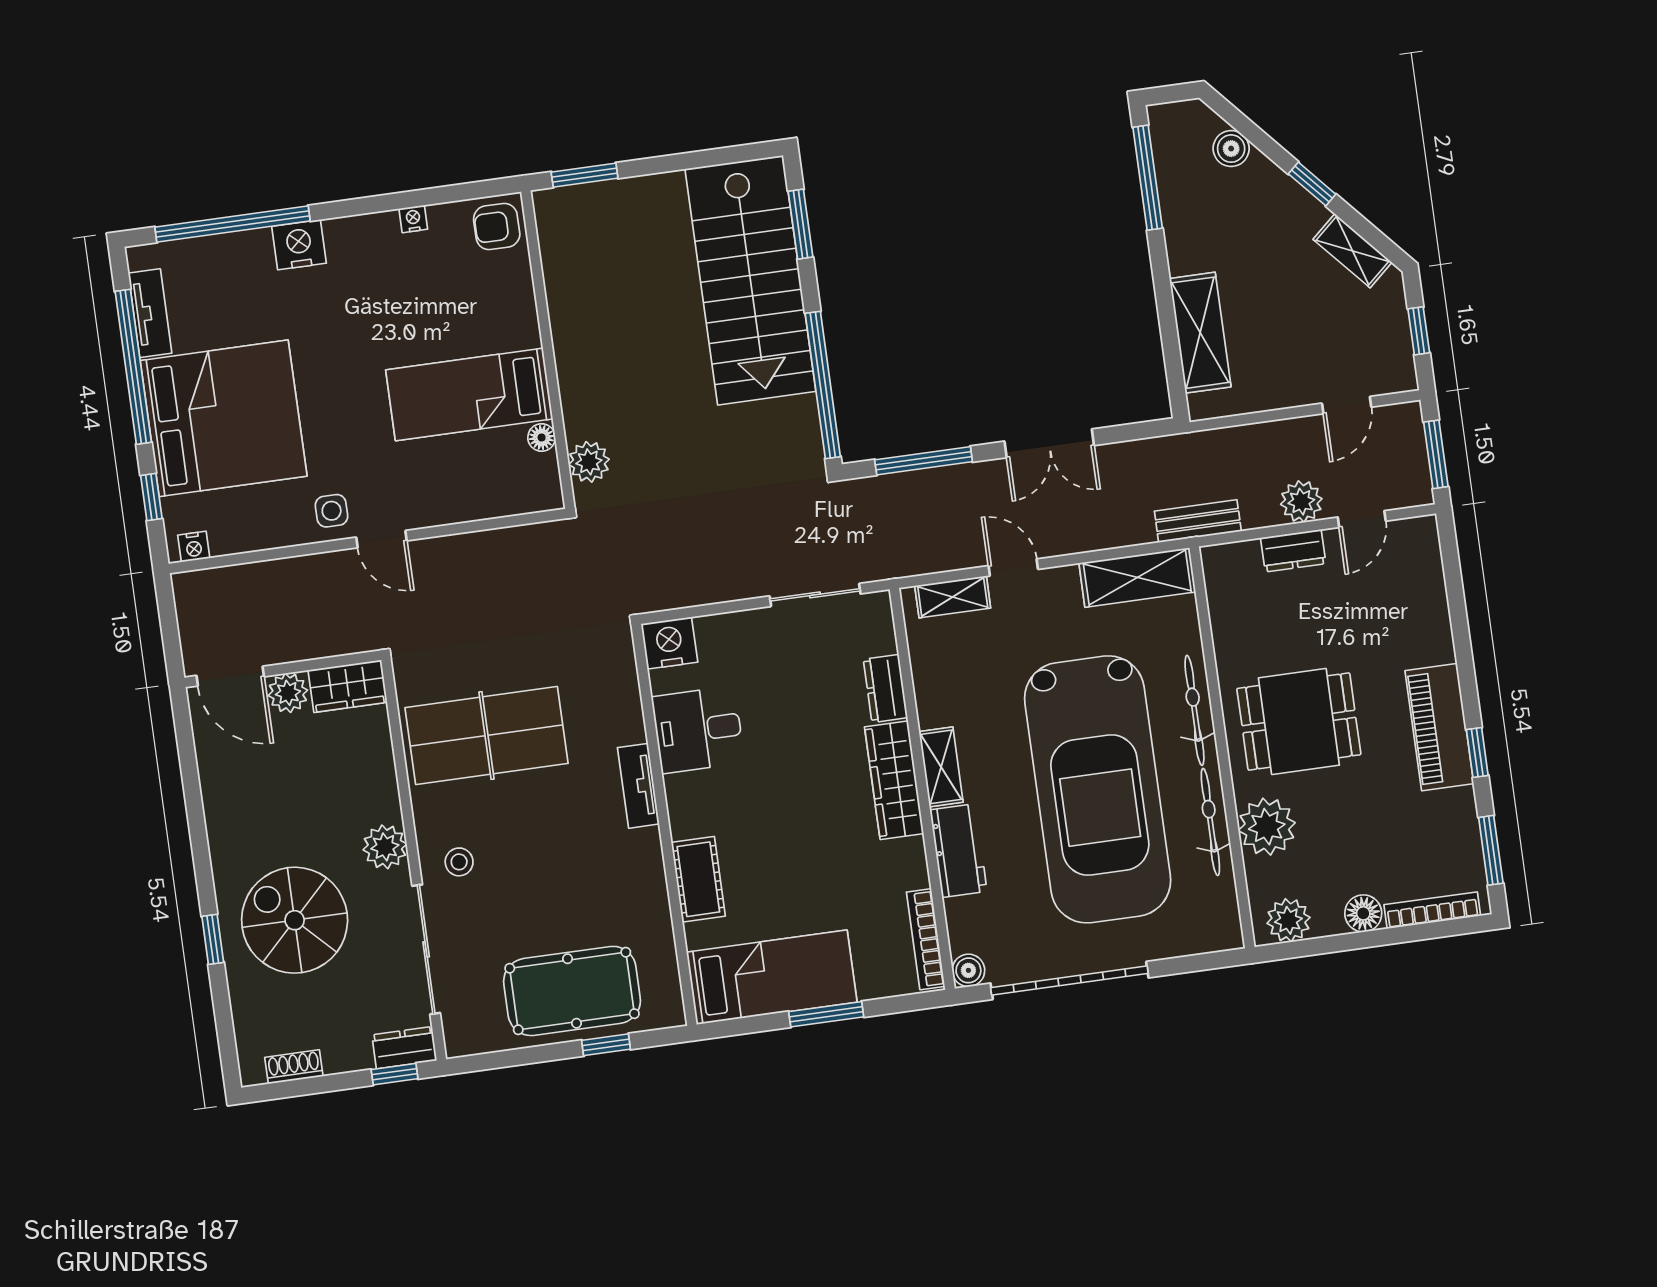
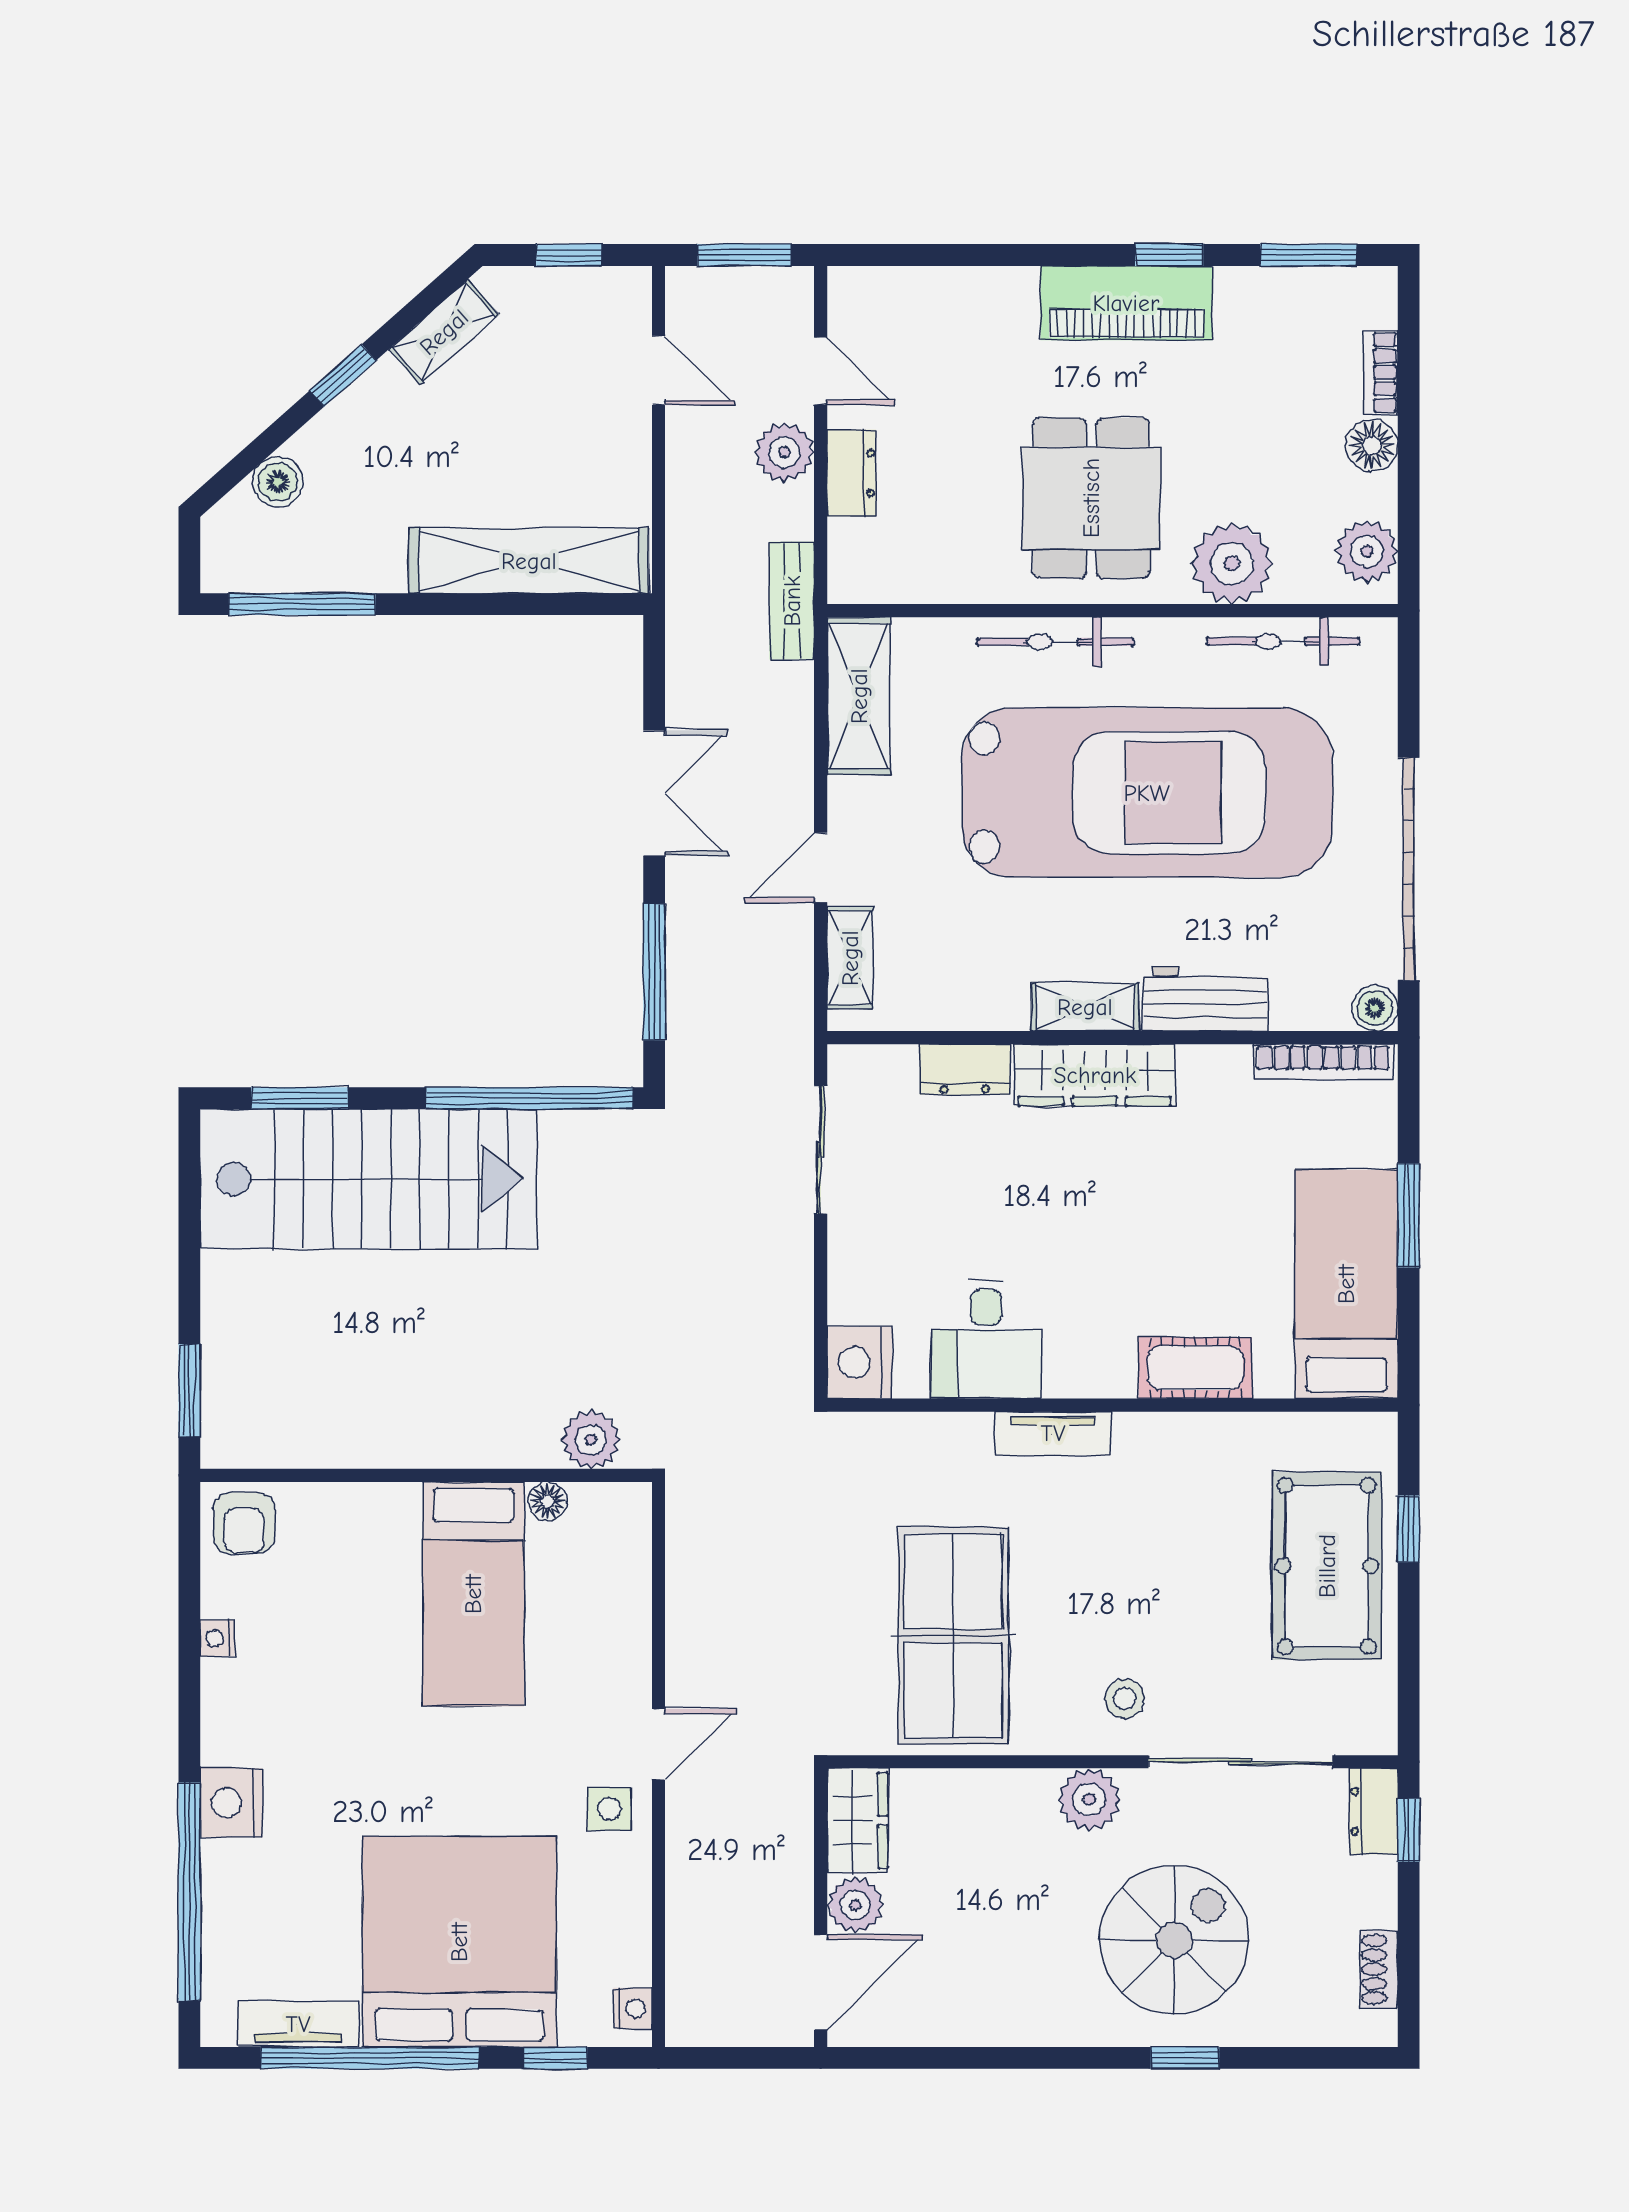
shelving: (1200, 333) -> (529, 561), width x1.47
bicycle: (1210, 822) -> (1283, 641), moved
bookcase: (1432, 910) -> (1381, 372), width x0.64
spiral stairs: (295, 920) -> (1174, 1940), turned 180

